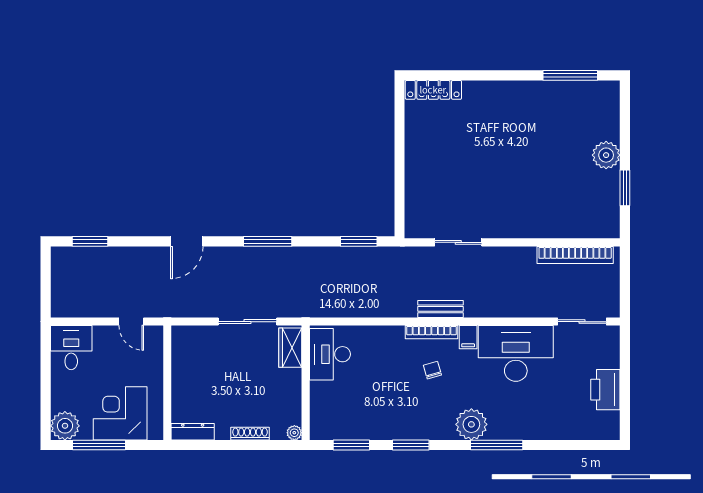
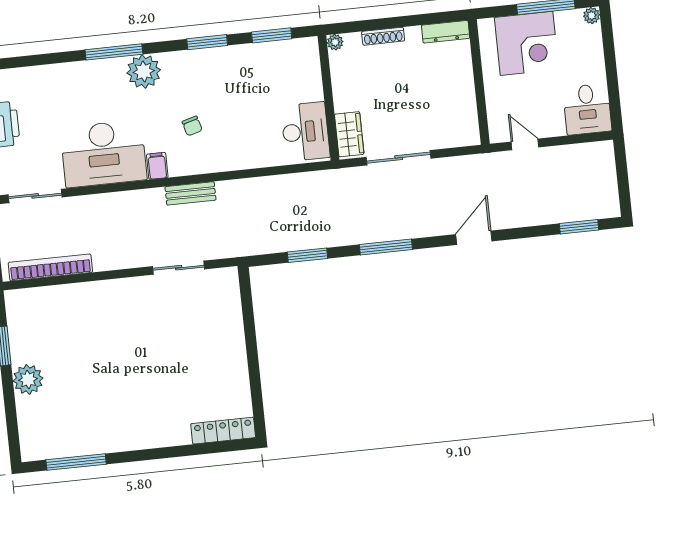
window: (359, 241) -> (307, 255), moved
bookcase: (431, 332) -> (198, 167), removed
plant: (65, 426) -> (592, 16), width x0.53, depth x0.53

